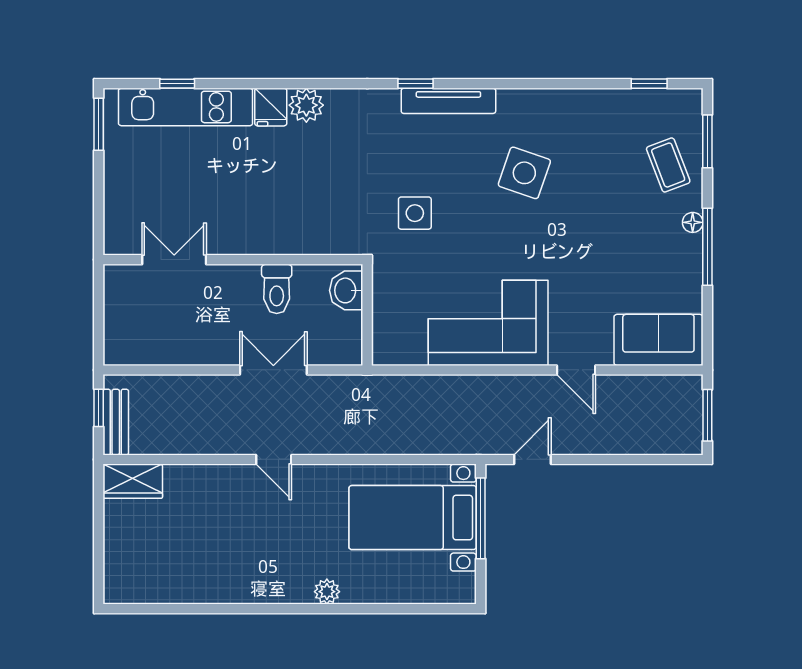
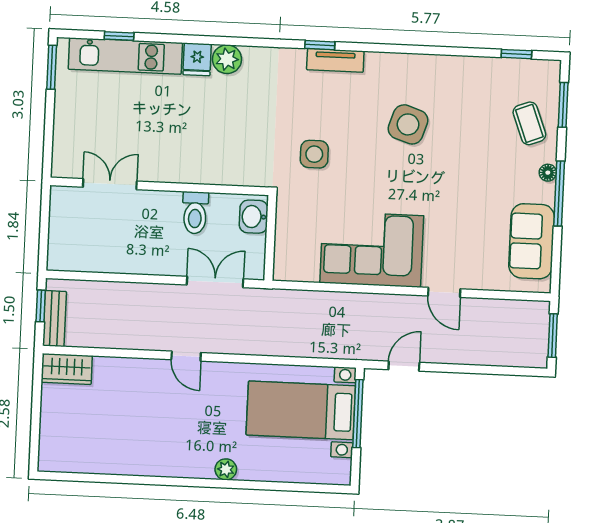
tv unit: (448, 101) -> (335, 60), width x0.71
sofa: (658, 340) -> (532, 241), moved, turned -90
double door: (273, 370) -> (215, 282), moved

